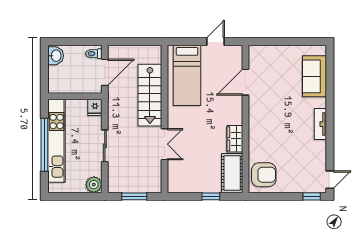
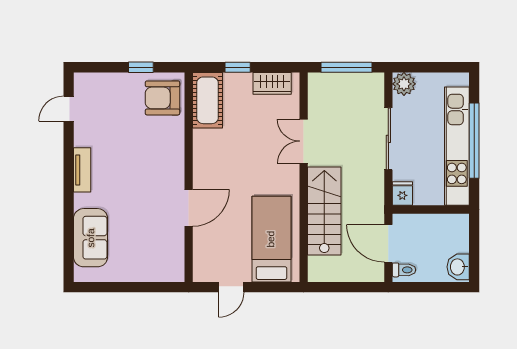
door: (105, 72) -> (388, 243), hinge flipped
door: (245, 82) -> (189, 208), moved
wardrobe: (235, 139) -> (272, 83), moved, turned 90
sliding door: (105, 146) -> (388, 139), width x1.37
door: (330, 180) -> (69, 109), moved
window: (134, 196) -> (346, 67), width x1.44
window: (312, 196) -> (141, 67), moved

